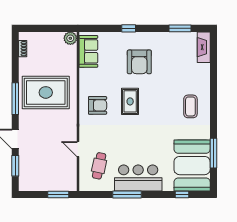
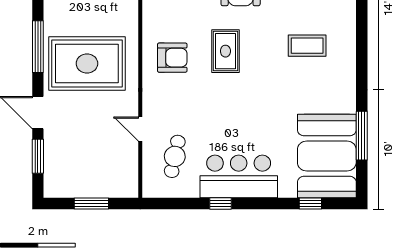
rug: (46, 92) -> (87, 63), moved
coffee table: (190, 106) -> (307, 46), moved, turned 90
window: (58, 195) -> (91, 203), moved
window: (127, 195) -> (220, 203), width x0.46

